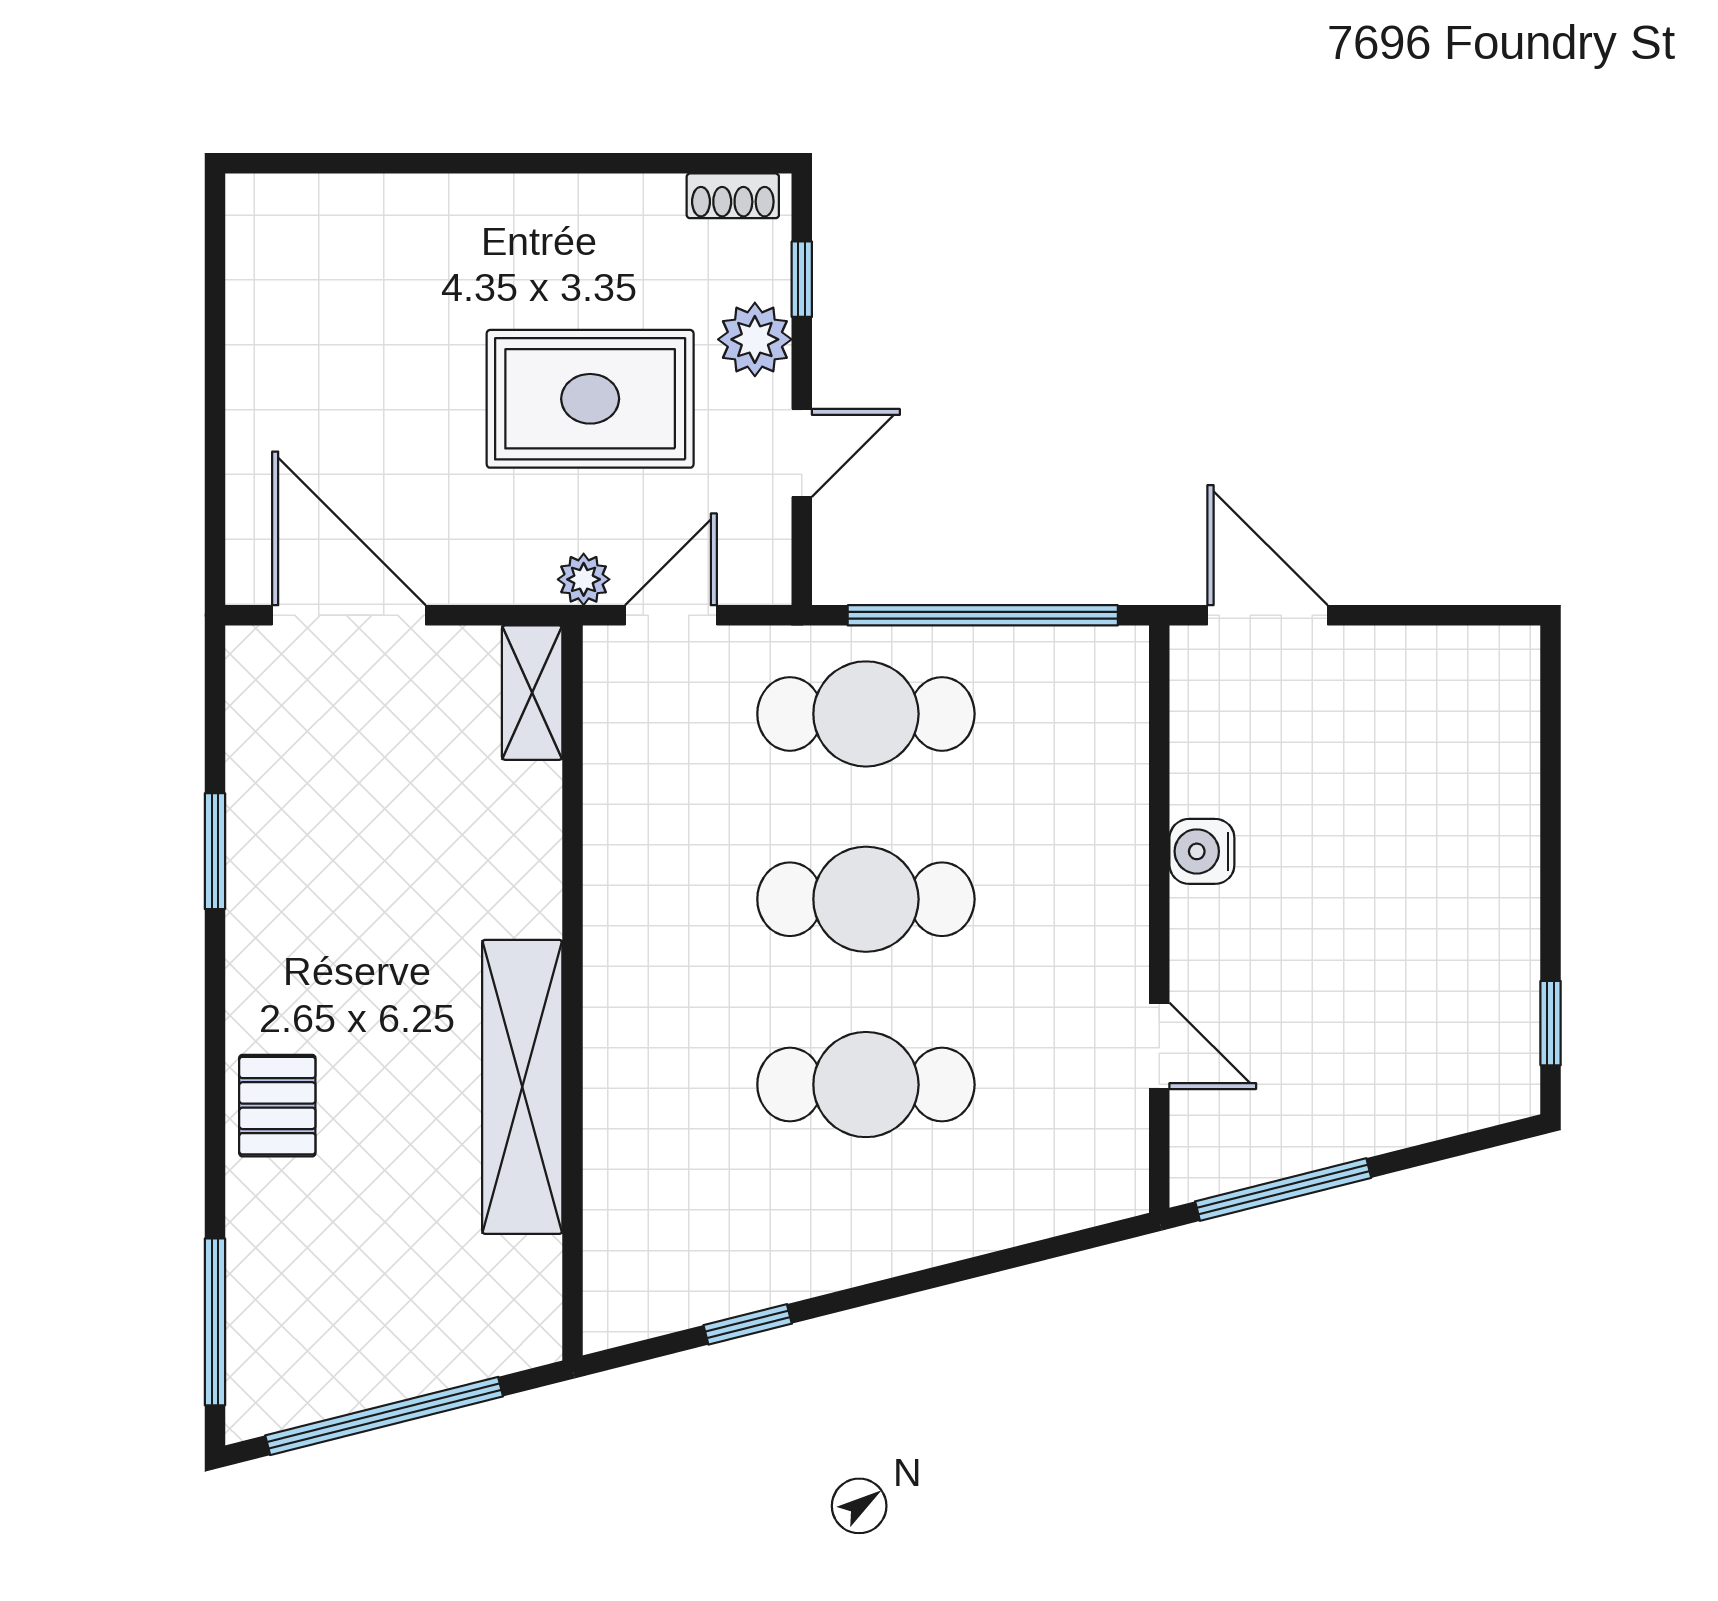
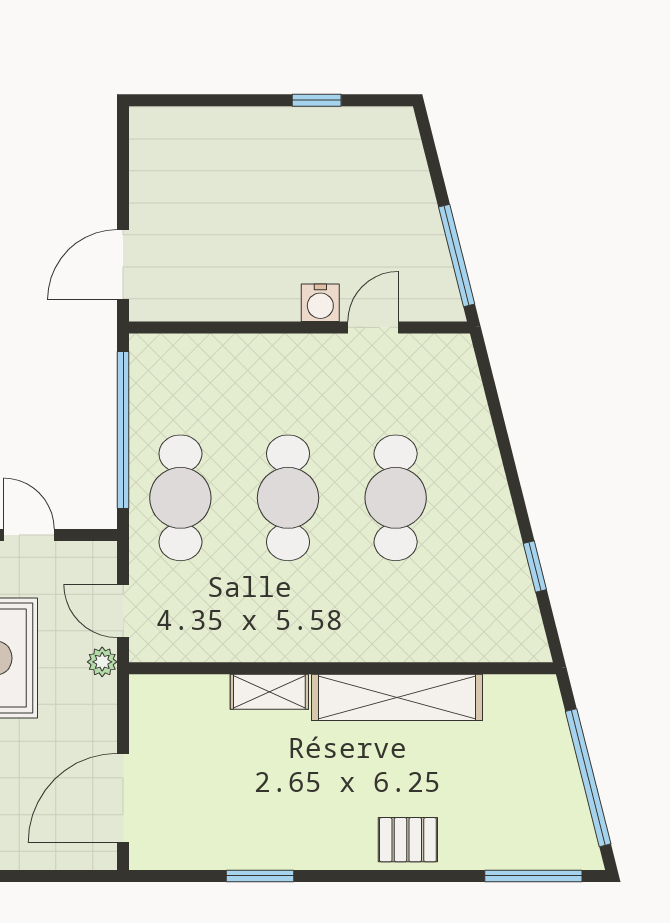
shelving: (532, 693) -> (269, 692), moved
water cooler: (1202, 851) -> (320, 303), moved
window: (1551, 1023) -> (317, 100), moved

